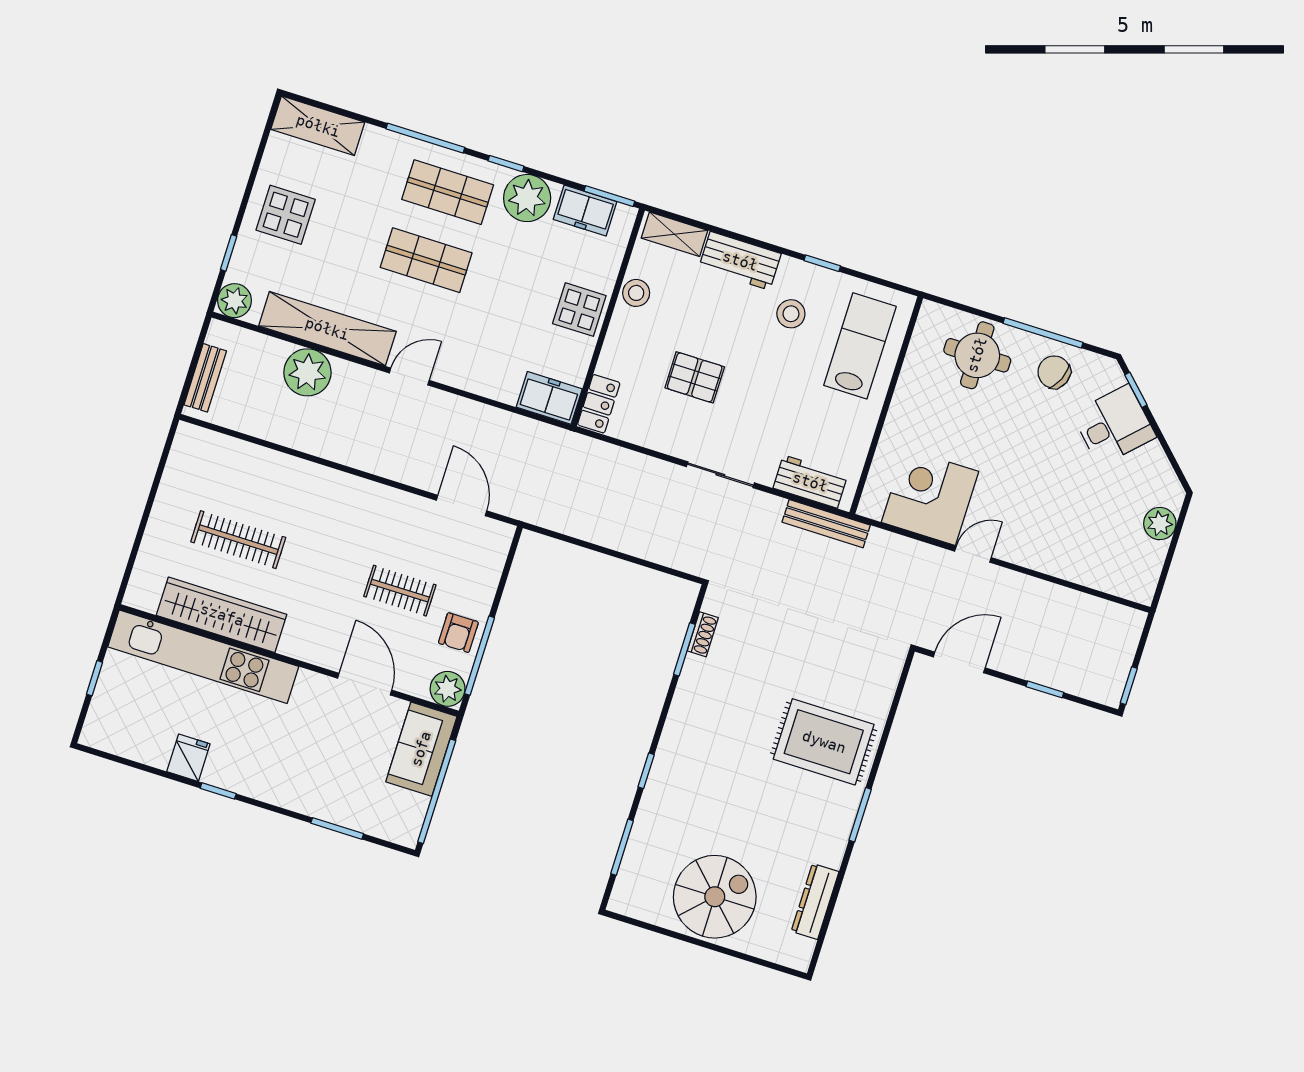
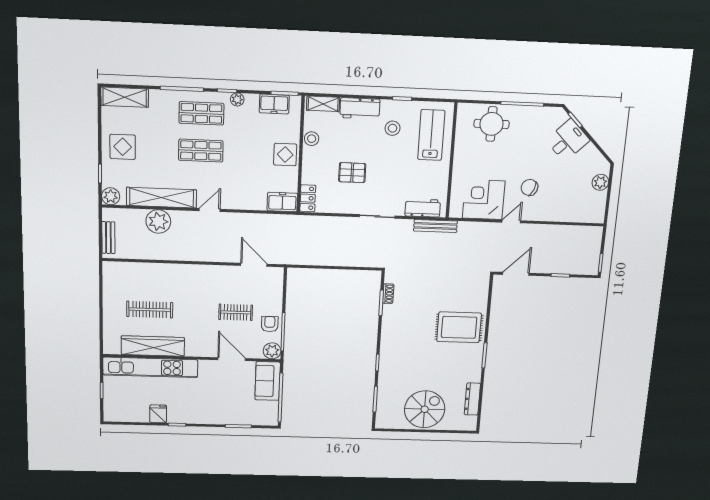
plant: (527, 198) -> (237, 99), width x0.53, depth x0.53
chair: (1054, 372) -> (529, 187), moved
armchair: (458, 633) -> (270, 324), turned 180

